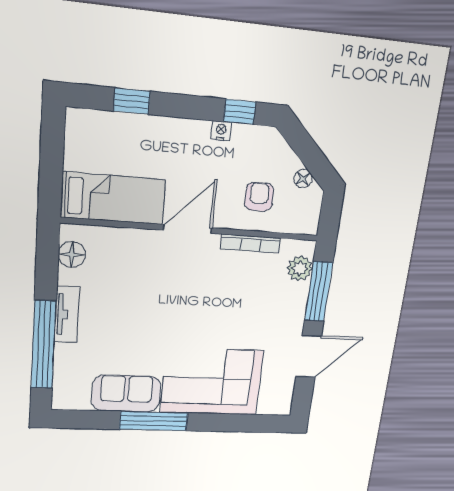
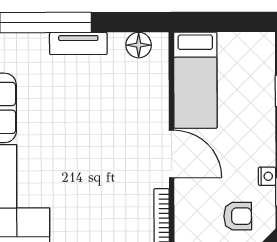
armchair: (259, 197) -> (238, 216), moved

